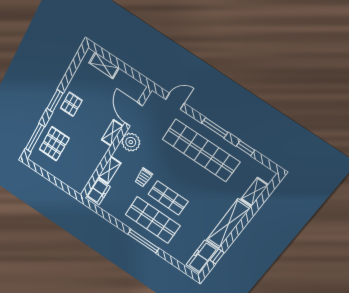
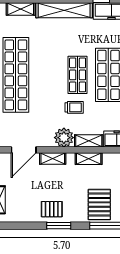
plant: (131, 142) -> (64, 138), moved
pallet: (54, 144) -> (99, 205), turned 90
shelving: (95, 160) -> (89, 159), added

